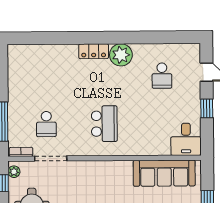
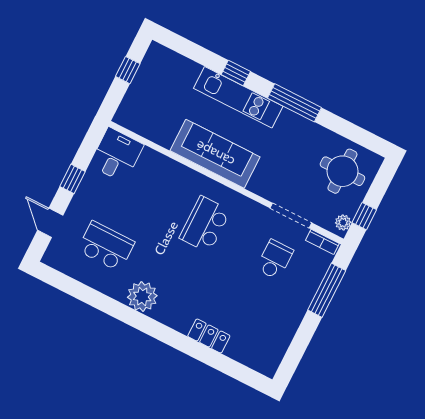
locker: (94, 51) -> (209, 336), moved
school desk: (162, 76) -> (106, 246), width x1.85
sofa: (164, 173) -> (215, 154), moved

